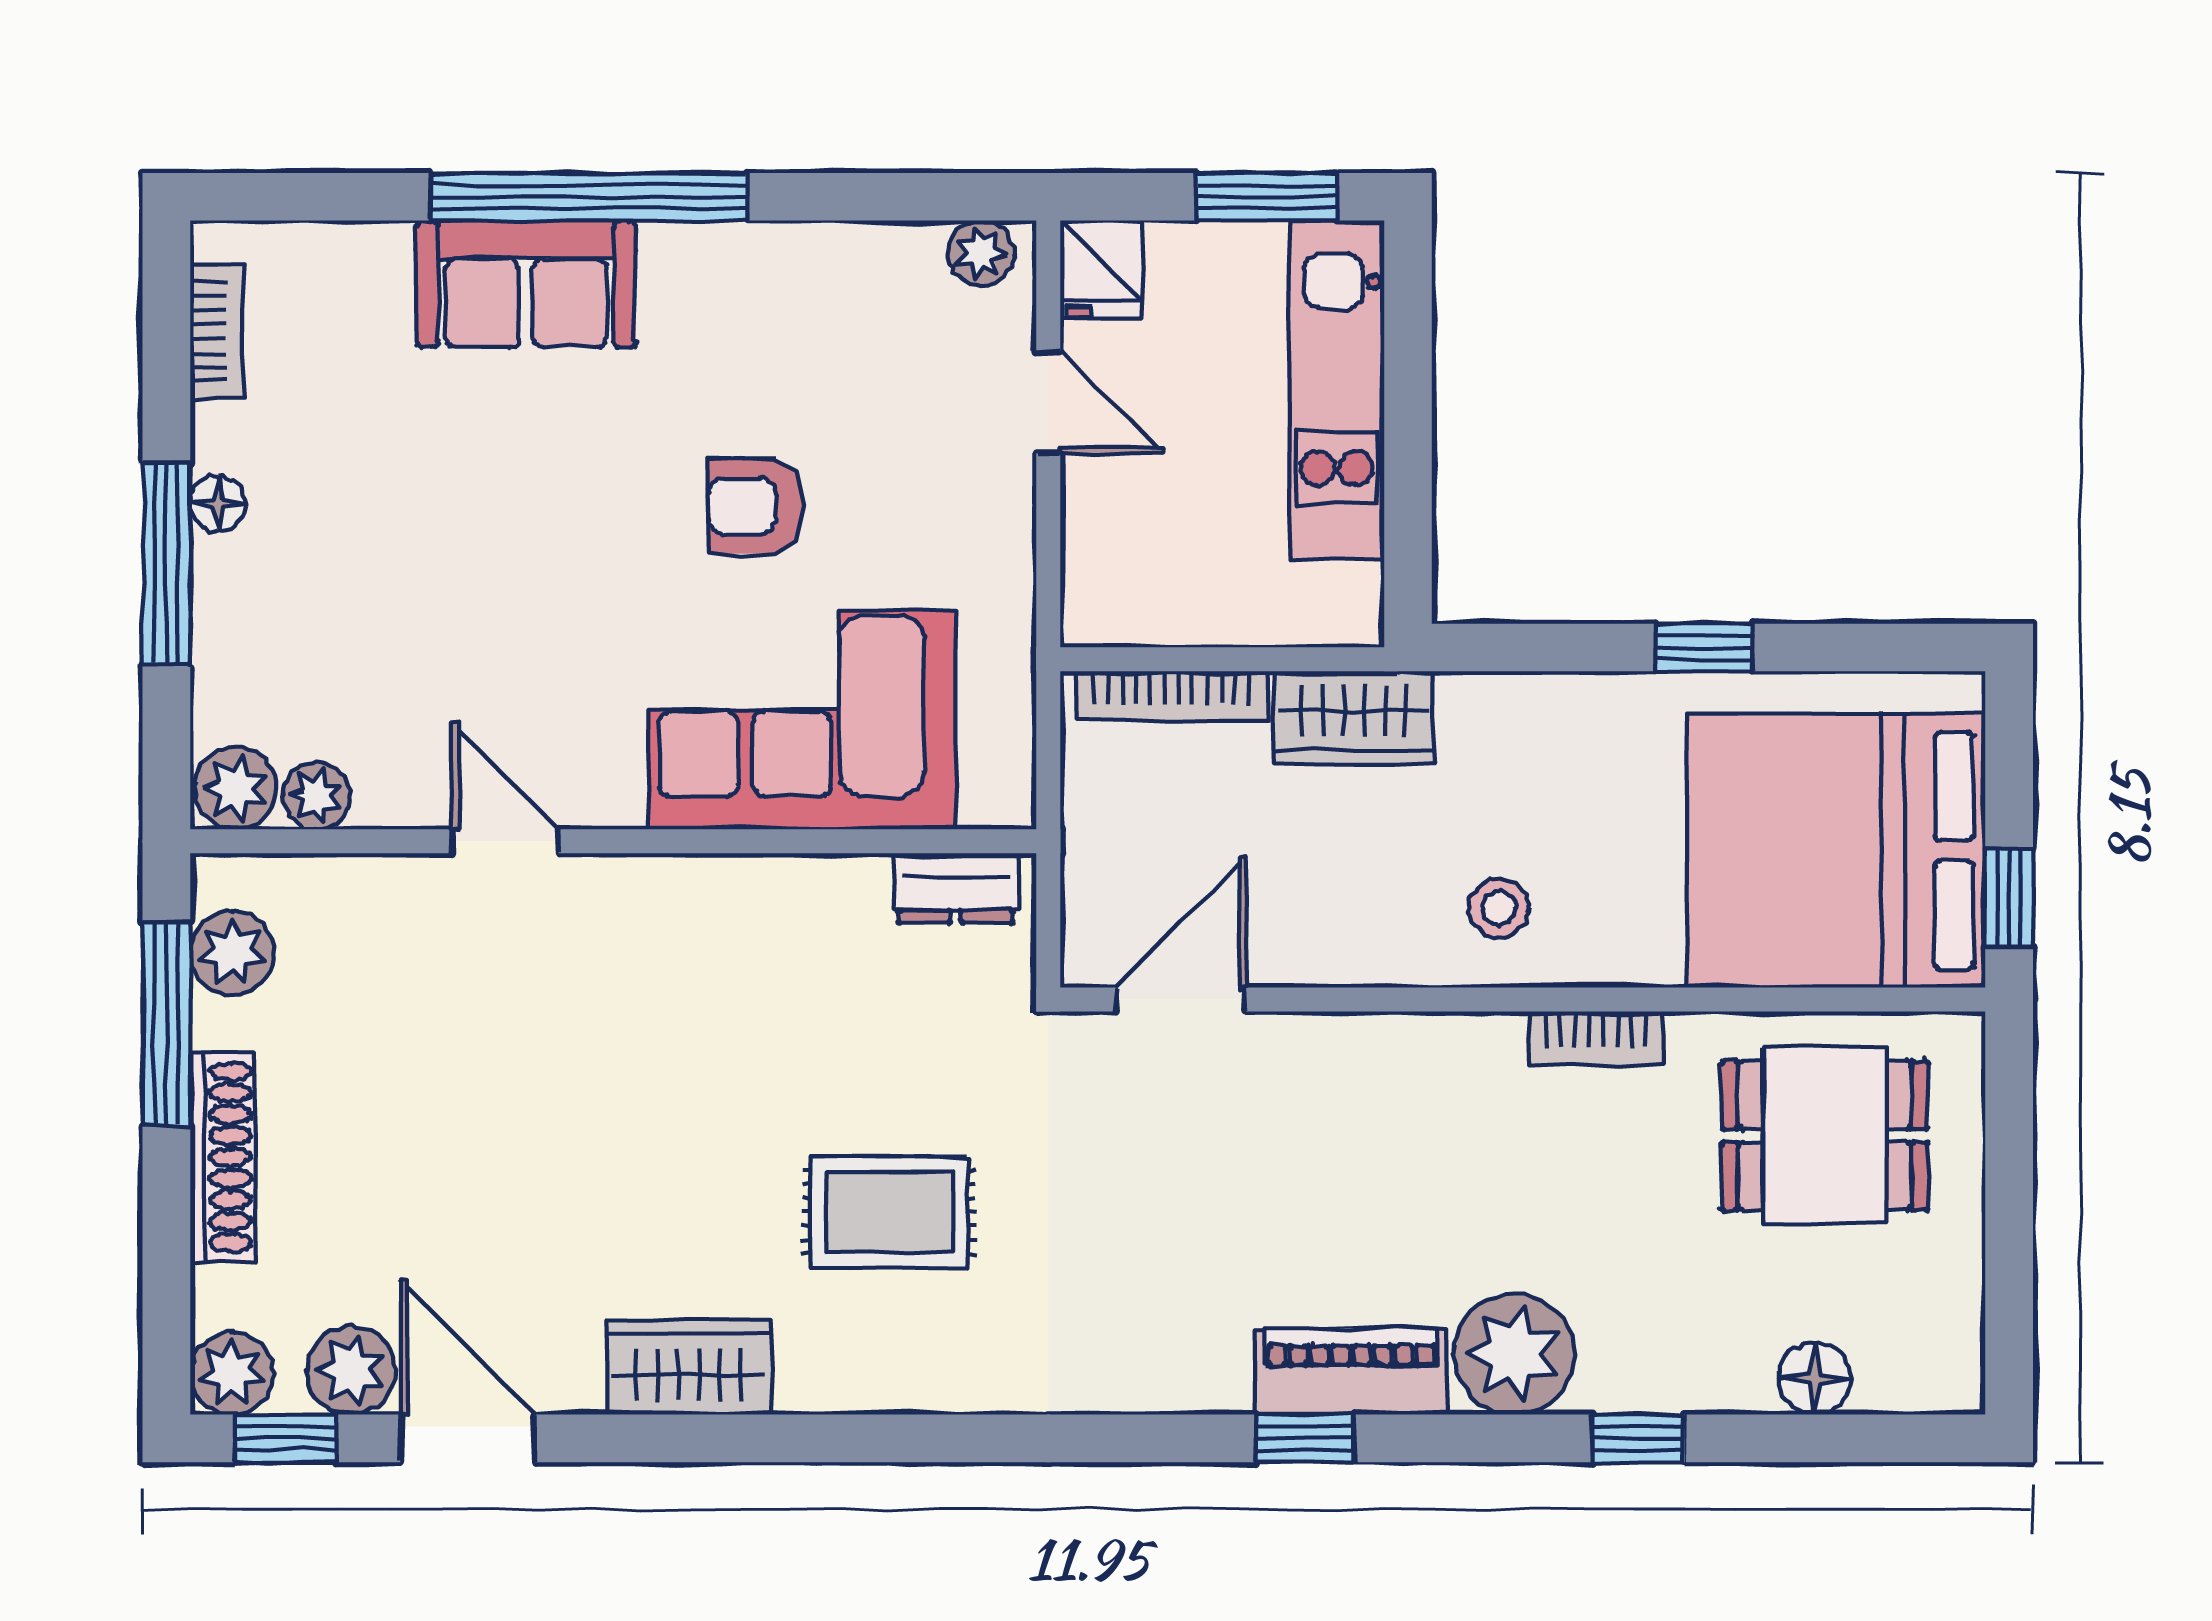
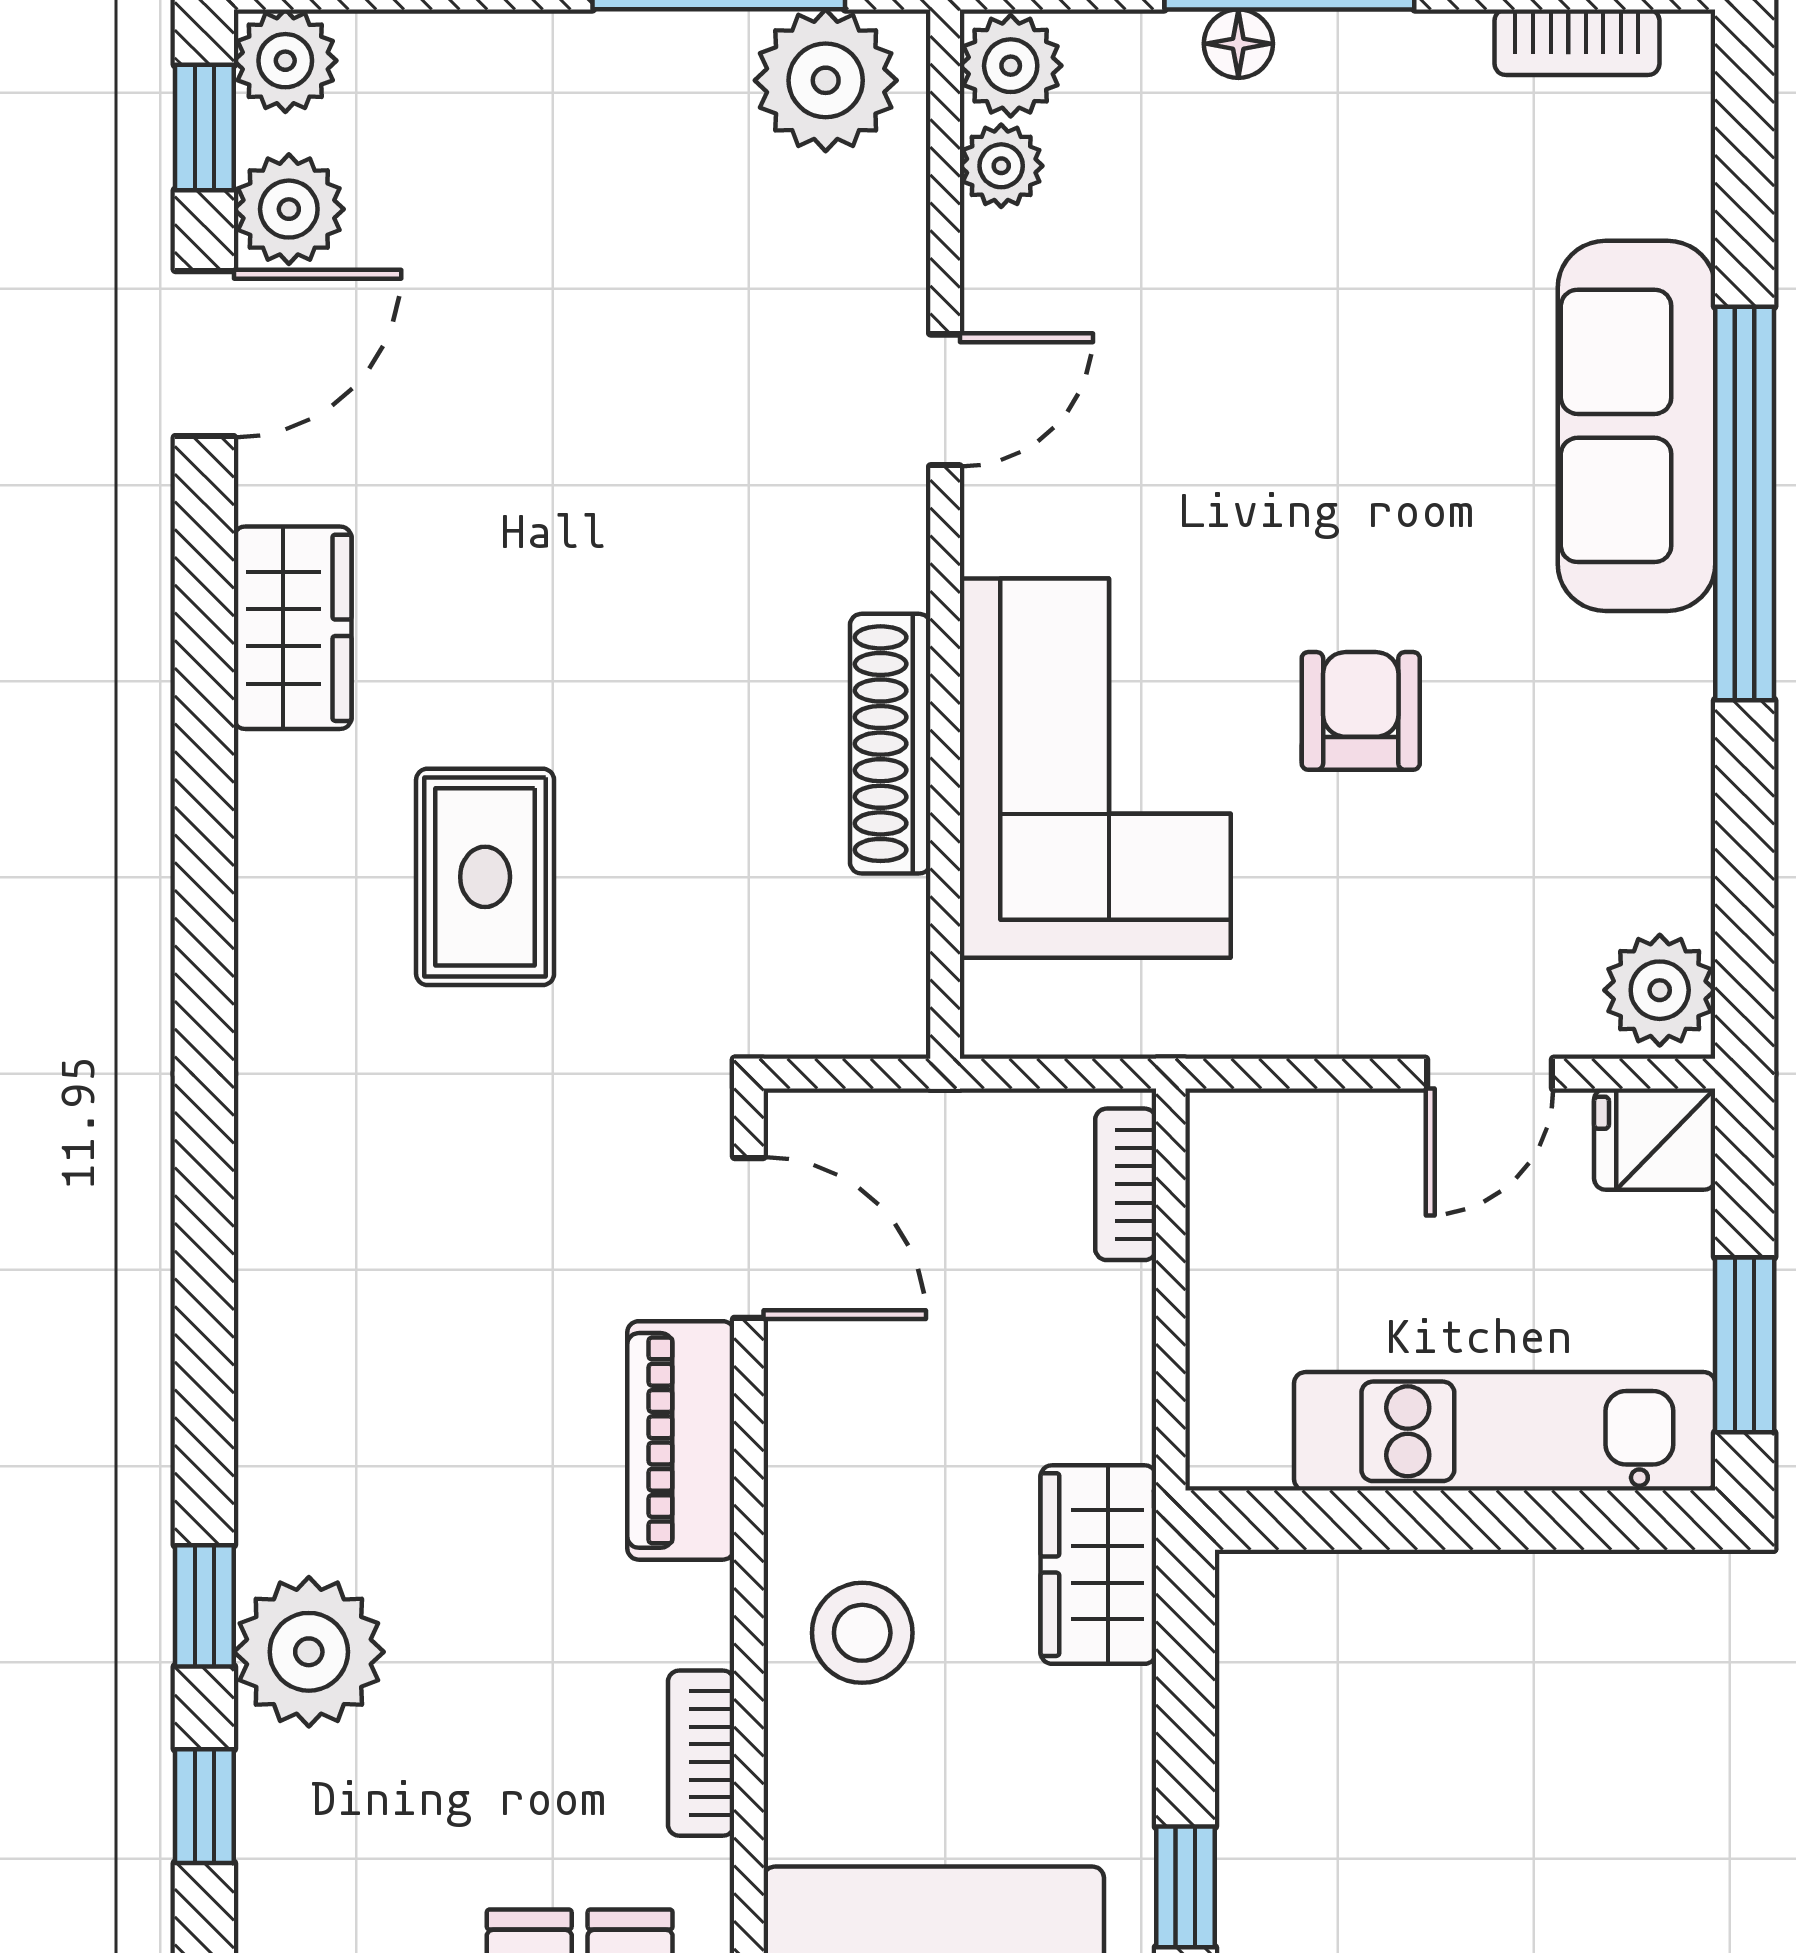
plant: (981, 253) -> (1660, 990), width x1.38, depth x1.38
sofa: (526, 284) -> (1637, 426), width x1.36
floor lamp: (218, 503) -> (1238, 44), moved
bookcase: (1172, 696) -> (1126, 1184), width x0.64
wardrobe: (1354, 718) -> (1098, 1565), moved
dresser: (956, 888) -> (887, 959), removed
stool: (1499, 908) -> (862, 1633), width x1.37, depth x1.37
plant: (232, 953) -> (826, 80), width x1.36, depth x1.36
shoe rack: (223, 1157) -> (890, 744), moved, turned 90
piano: (1351, 1372) -> (681, 1440), moved, turned 180
window: (1305, 1438) -> (204, 1606), moved

